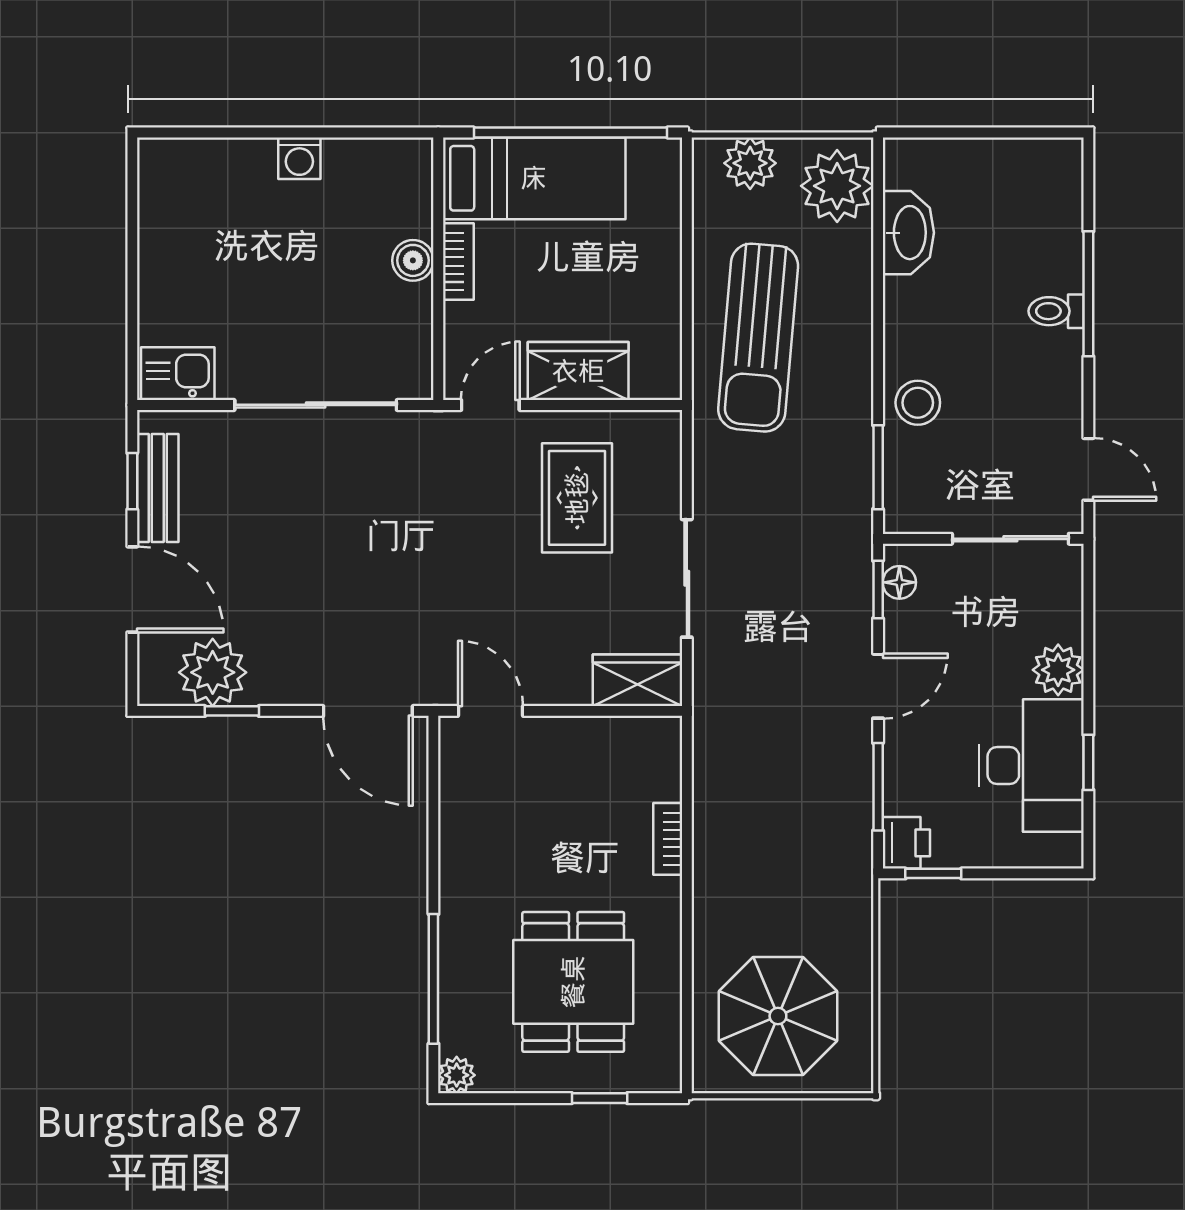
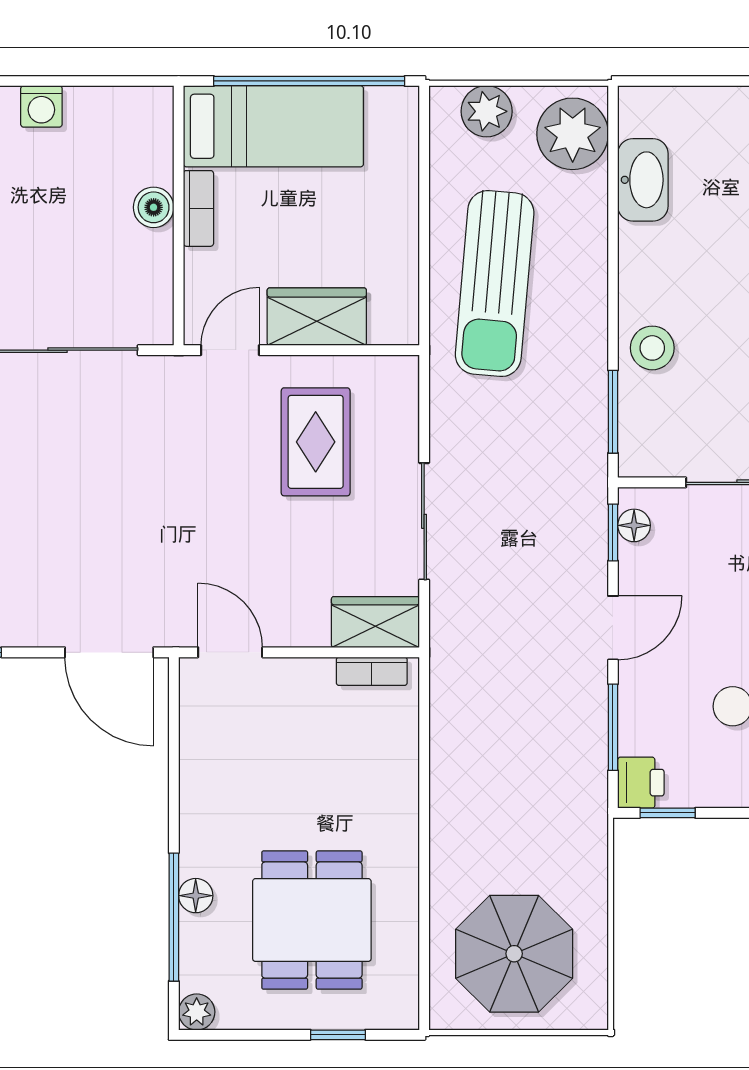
bookcase: (668, 839) -> (372, 671), moved, turned -90
floor lamp: (456, 957) -> (196, 896), added

